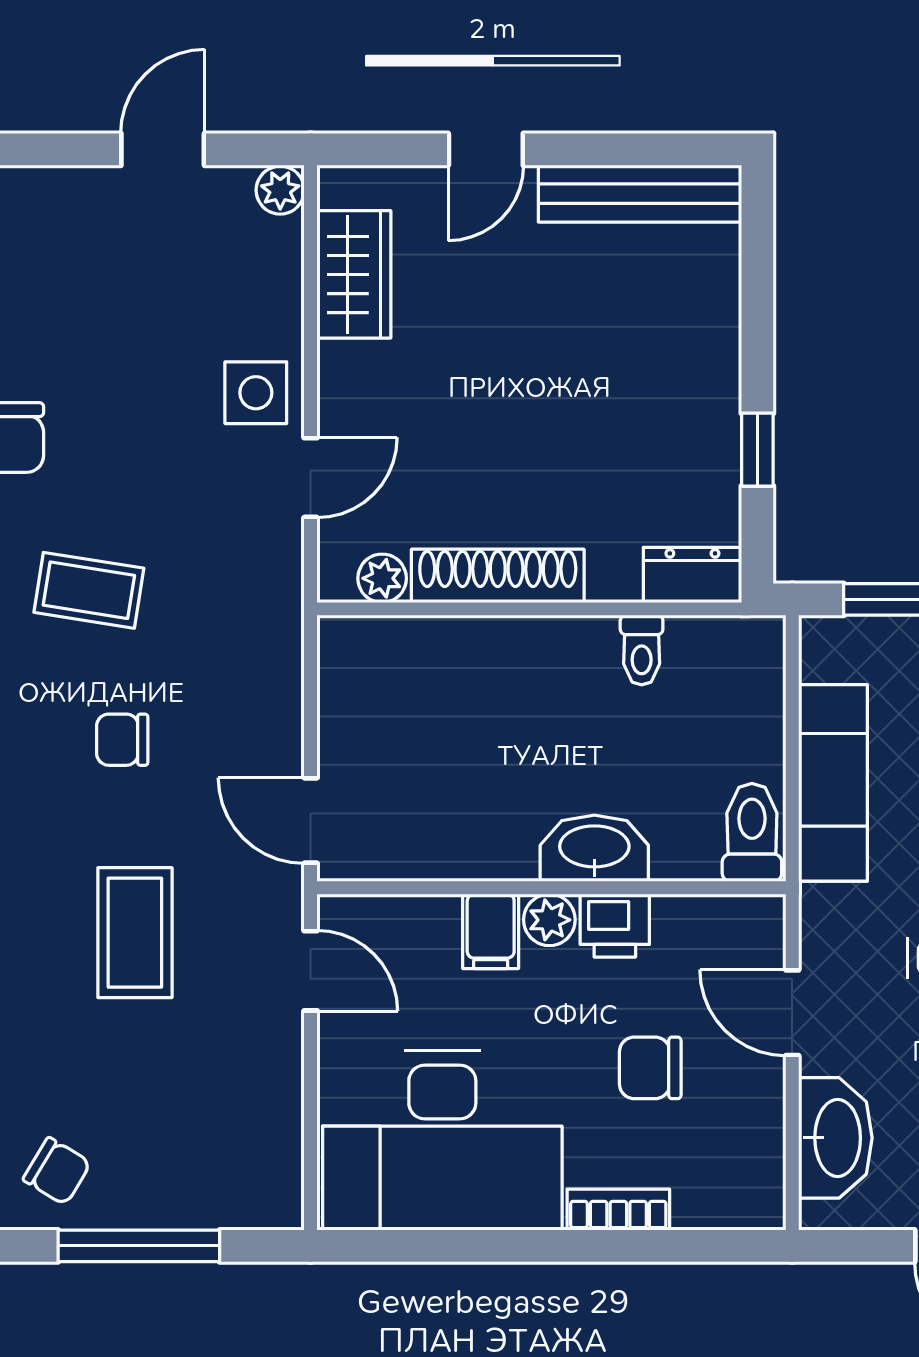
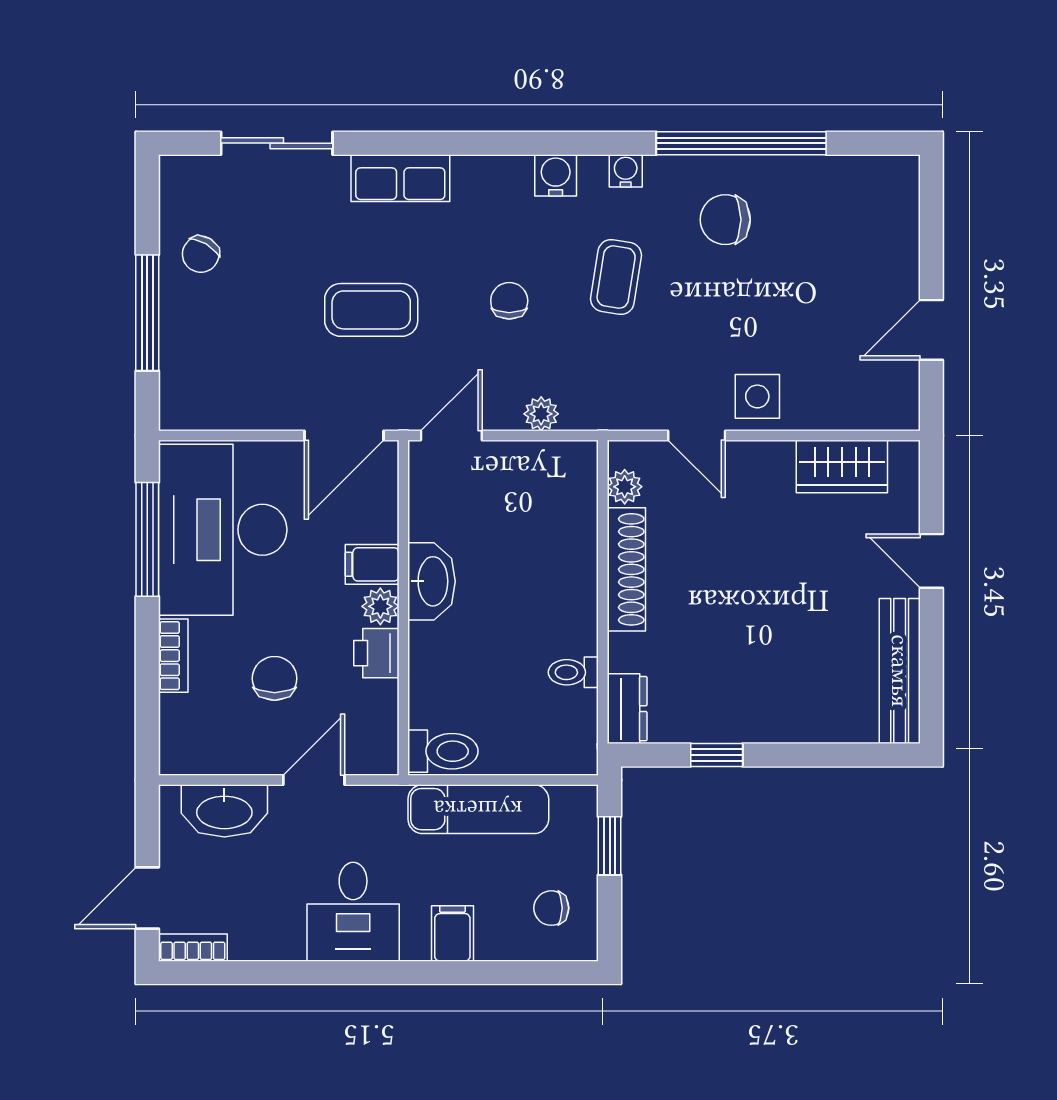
door: (163, 149) -> (931, 330), swing flipped
plant: (280, 190) -> (541, 414), moved
washbasin: (594, 848) -> (432, 581), moved
door: (311, 971) -> (344, 436), width x1.38
window: (456, 1246) -> (147, 539), added

